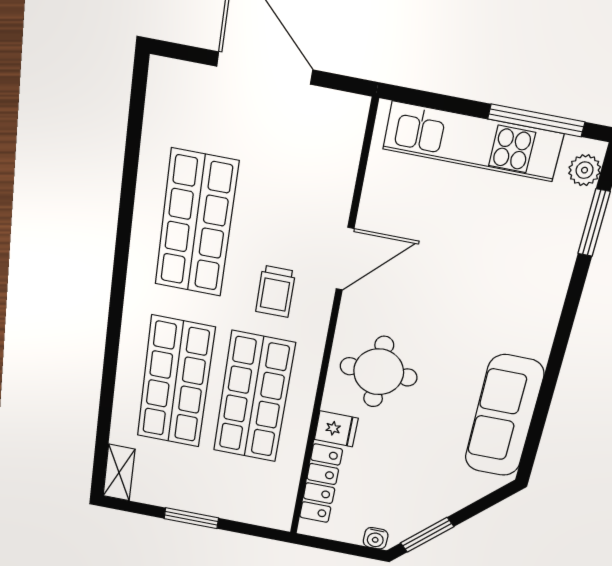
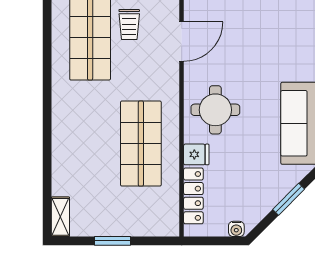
trolley: (276, 291) -> (129, 25), moved
shop shelf: (176, 382) -> (90, 144), removed
window: (427, 535) -> (289, 199), moved

